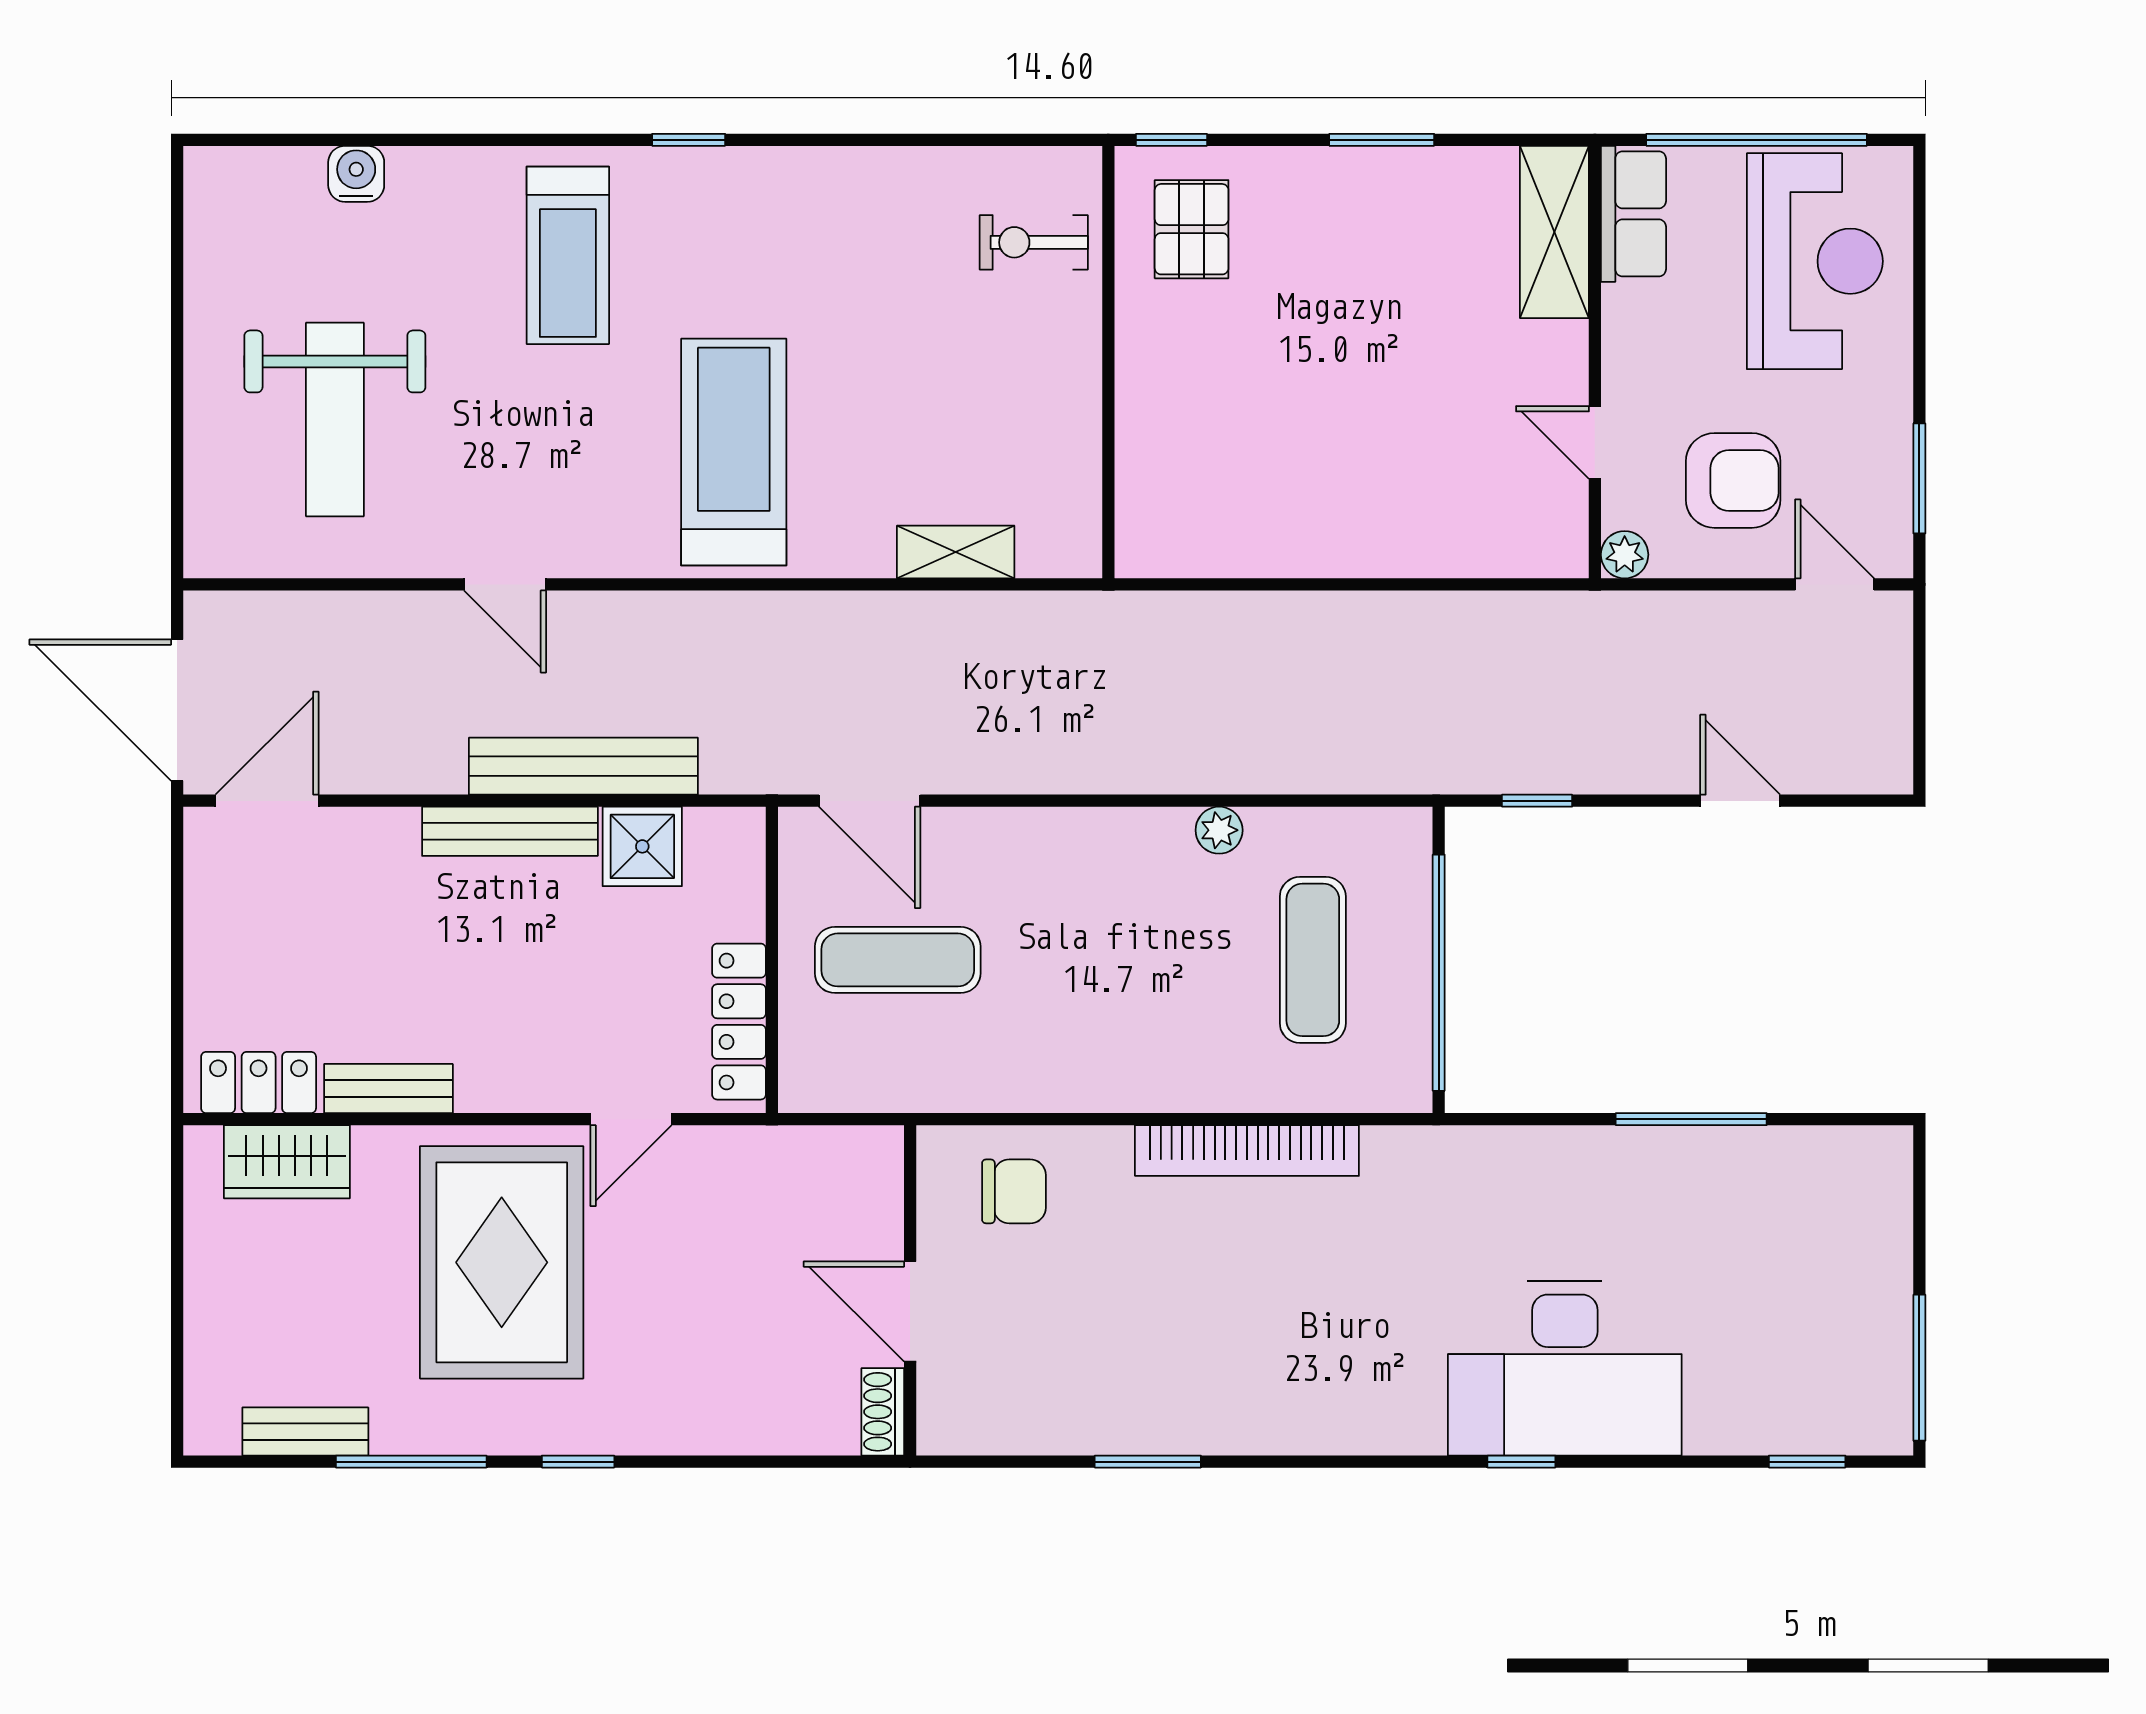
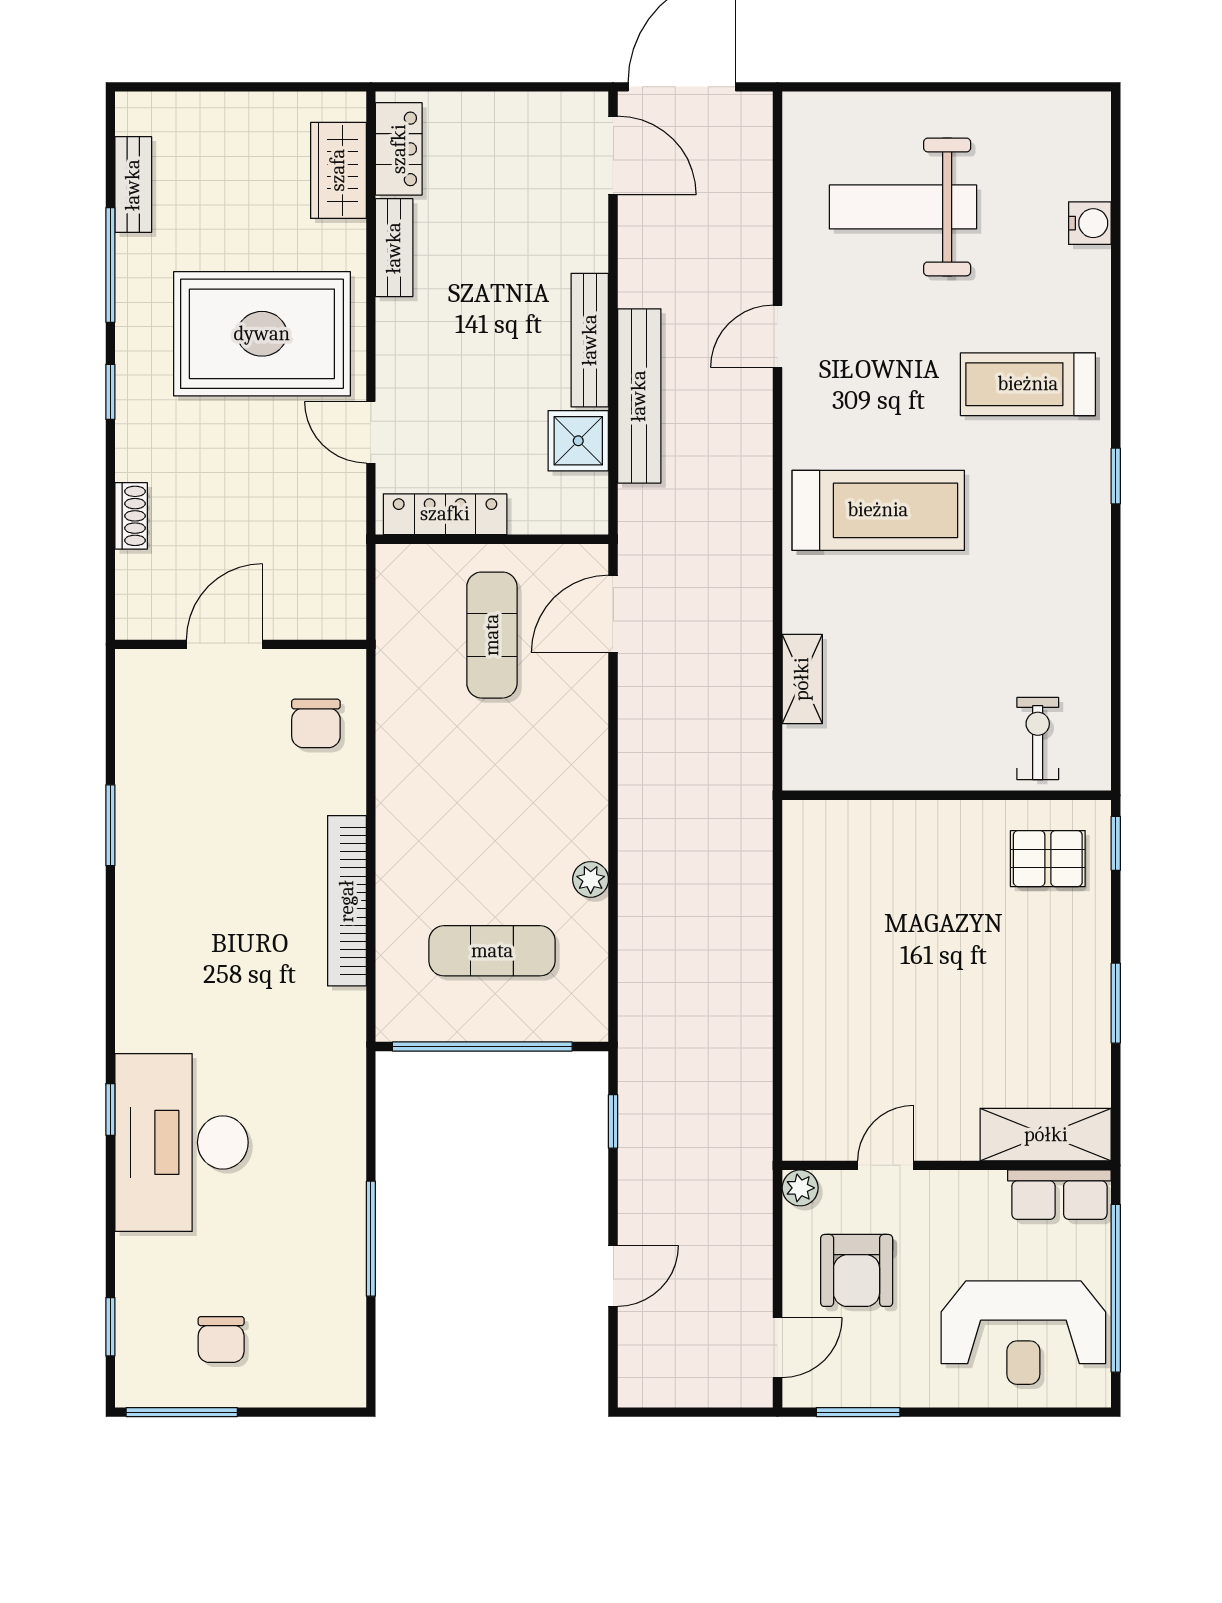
chair: (1824, 1316) -> (221, 1339), added
shoe rack: (883, 1412) -> (131, 516), moved, turned 90

